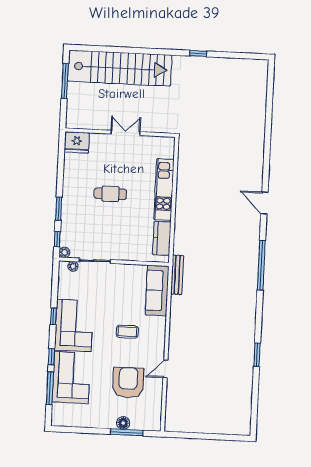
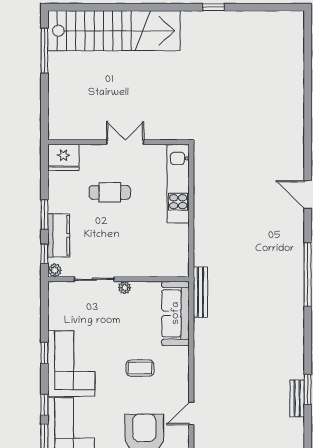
wall: (120, 133) -> (118, 142), moved
double door: (125, 133) -> (125, 142), moved
fridge: (77, 142) -> (63, 157), moved
kitchen counter: (162, 238) -> (59, 235), moved, turned 180
plant: (73, 266) -> (125, 288), moved
bench: (248, 361) -> (297, 398), added

